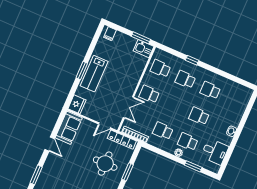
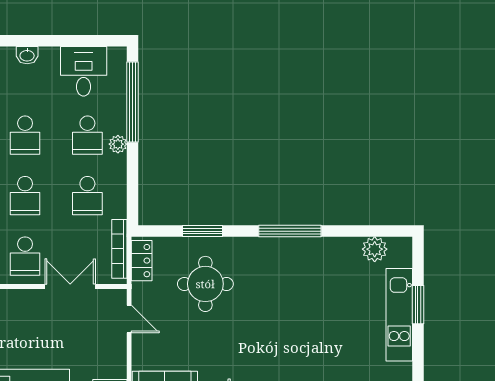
school desk: (174, 105) -> (25, 196), added
locker: (122, 140) -> (142, 261), width x0.66
window: (193, 166) -> (133, 102), width x2.11

